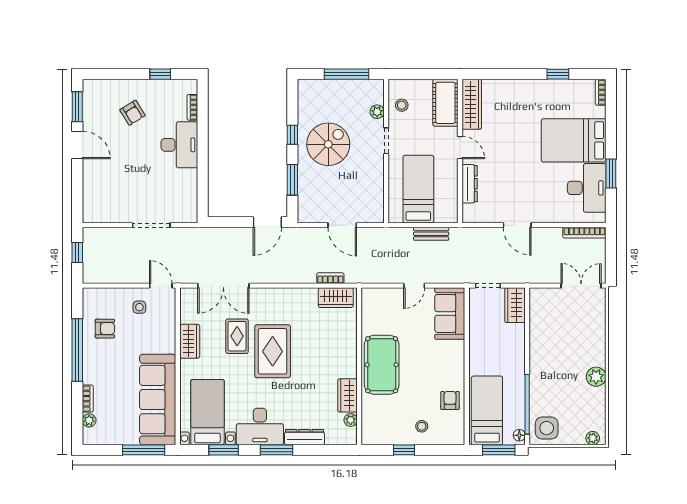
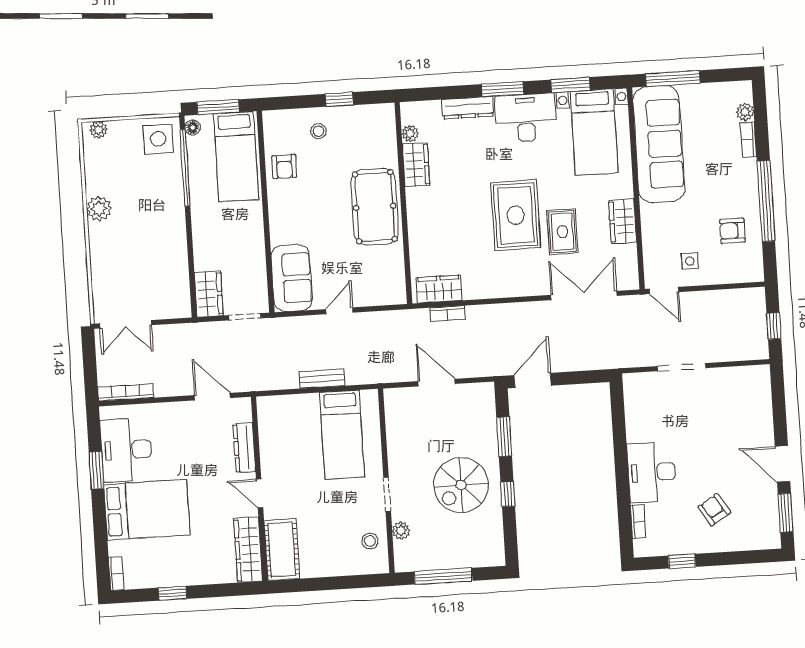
cot: (445, 103) -> (282, 550), moved
wardrobe: (472, 104) -> (248, 550), moved
door: (460, 148) -> (260, 493), moved
wall: (460, 151) -> (259, 489), moved
dresser: (470, 184) -> (244, 448), moved

